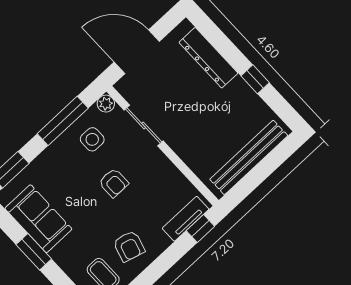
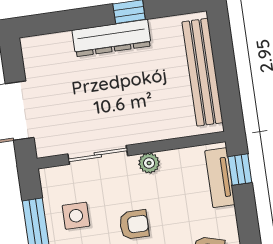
dresser: (208, 58) -> (112, 38), moved
plant: (106, 104) -> (149, 163), moved

